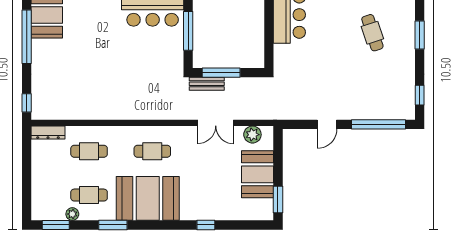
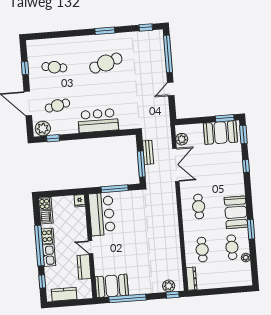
cafe table: (372, 33) -> (106, 63), width x1.37, depth x1.35
bench: (207, 84) -> (148, 152), moved
plant: (40, 98) -> (169, 286), added
double door: (216, 123) -> (176, 165), width x1.37
door: (327, 124) -> (171, 89), swing flipped
booth: (258, 174) -> (220, 133), moved
booth: (148, 198) -> (236, 212), width x0.73, depth x0.70
window: (56, 225) -> (243, 135), moved

